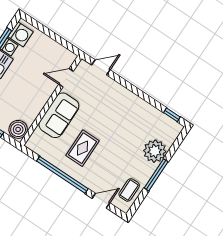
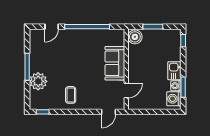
rug: (83, 148) -> (86, 52), removed
coffee table: (129, 190) -> (71, 95), moved

